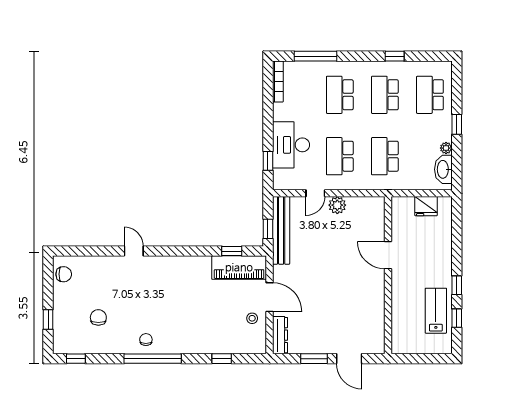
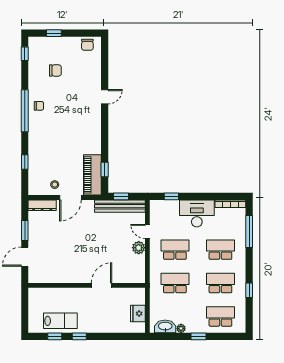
desk: (291, 145) -> (197, 213), moved

